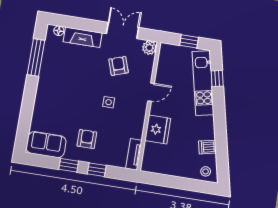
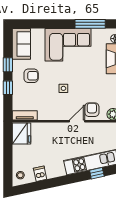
armchair: (119, 66) -> (92, 110), moved, turned -71
corner sofa: (57, 88) -> (68, 45), added
door: (151, 92) -> (77, 121), swing flipped
fridge: (158, 129) -> (22, 133), moved, turned -90

